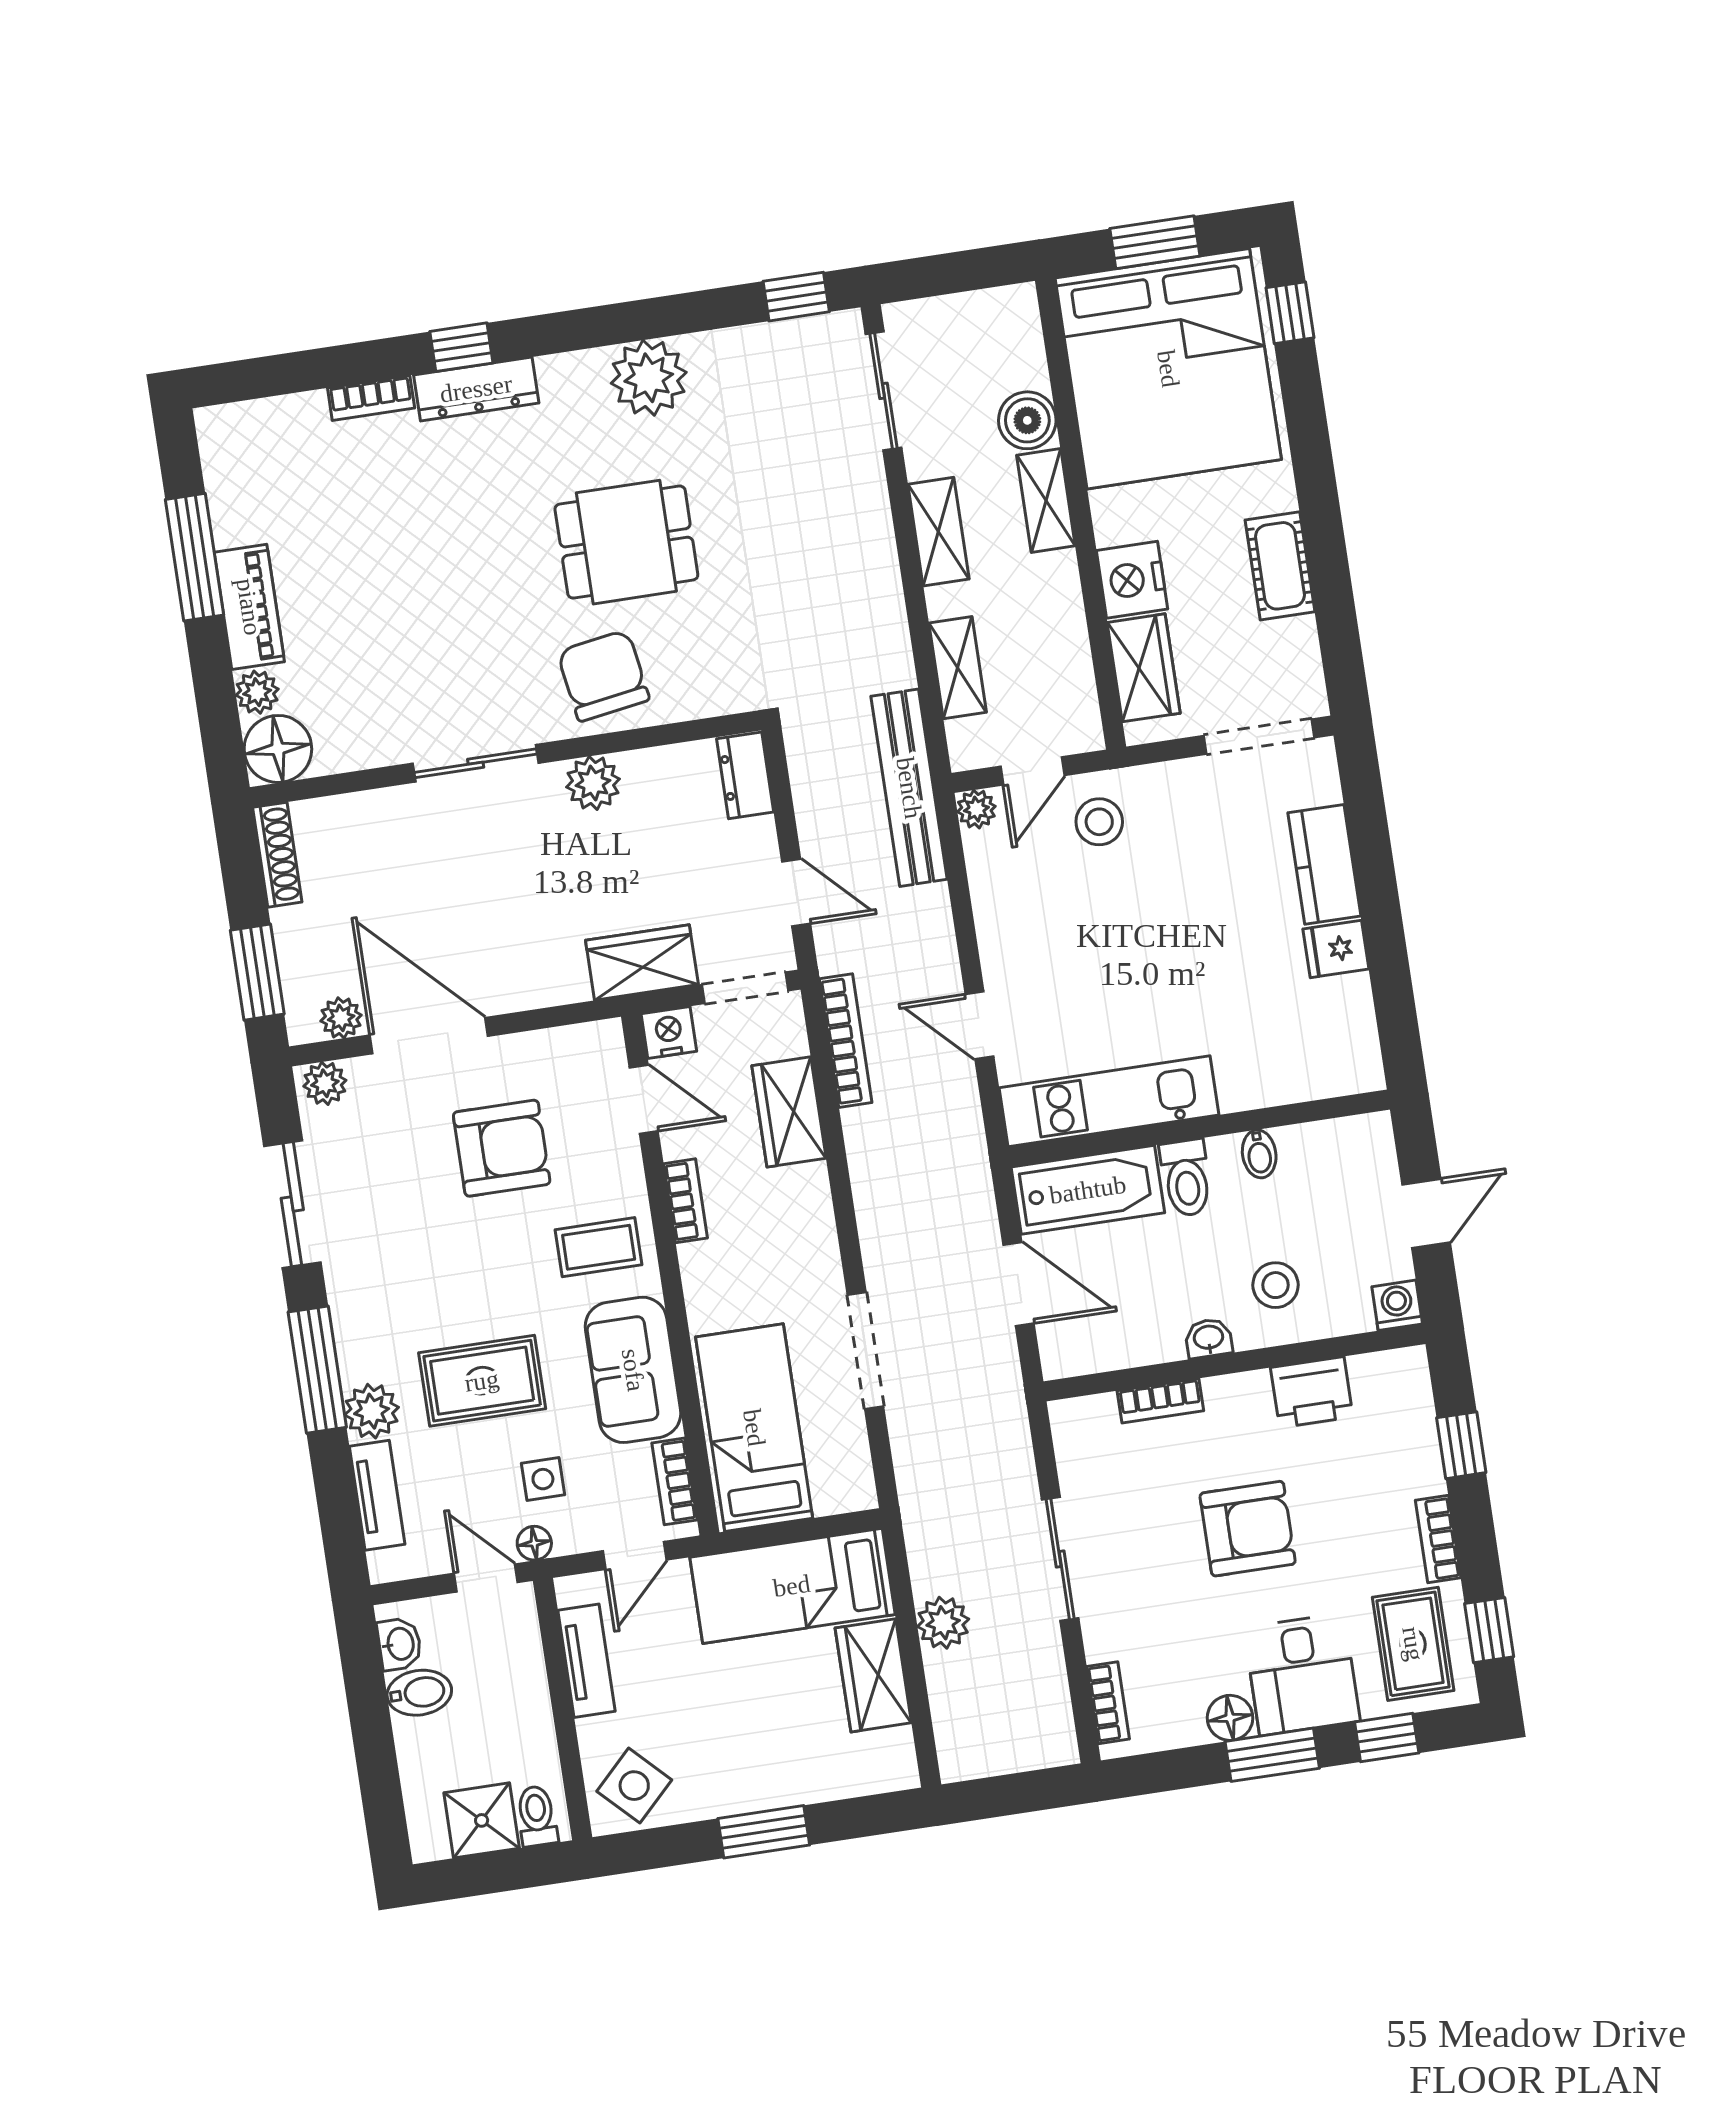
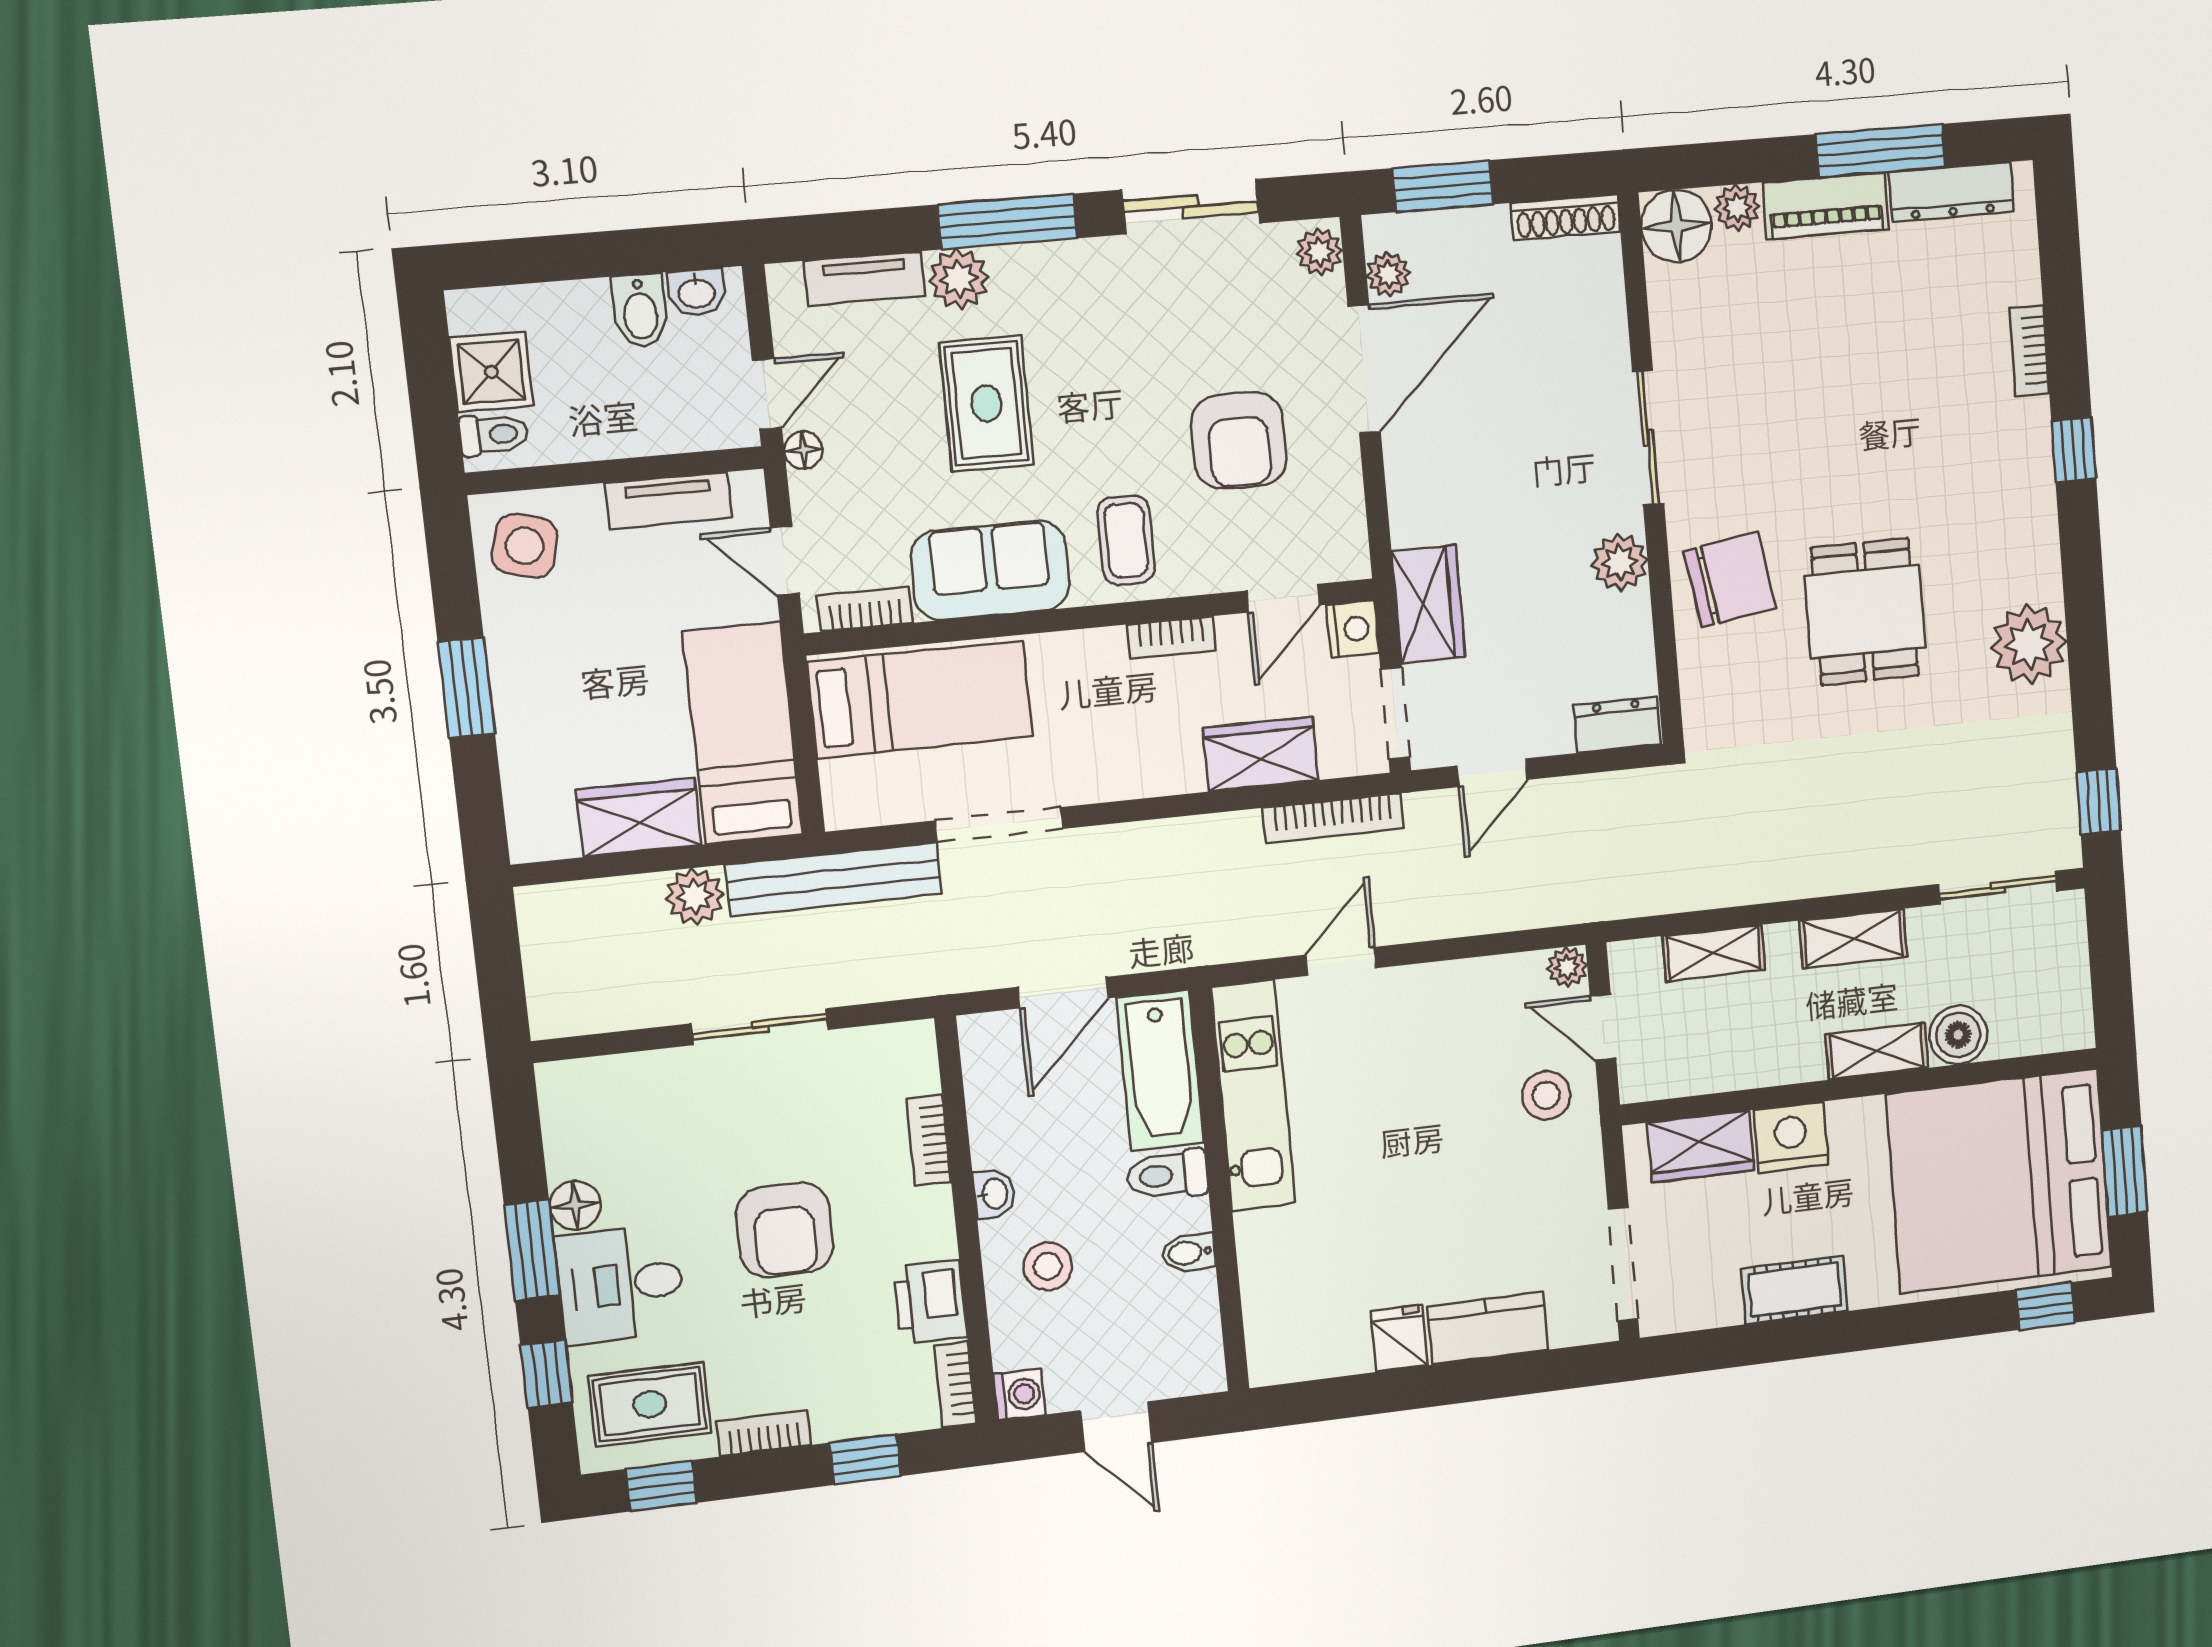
dresser: (476, 389) -> (1952, 192), moved, turned -90
bench: (909, 788) -> (834, 879), moved
side table: (543, 1479) -> (874, 464), removed
bookcase: (1108, 1703) -> (955, 1385), moved, turned 90
side table: (634, 1786) -> (525, 546), turned -30

